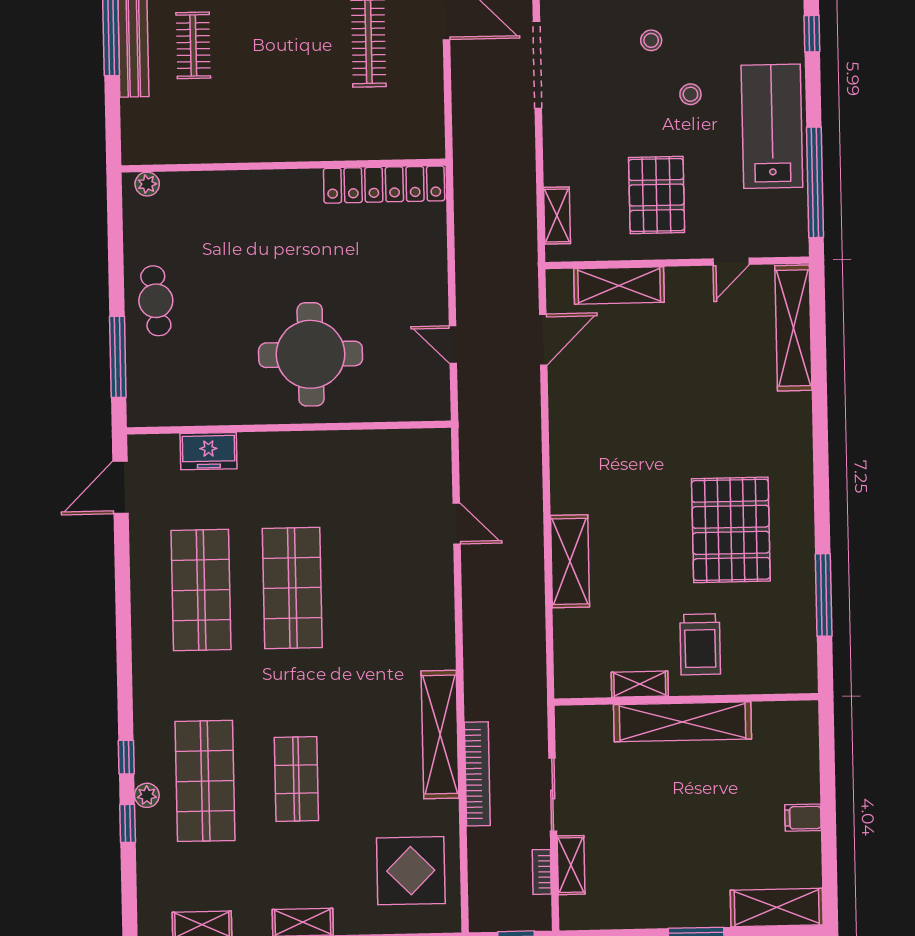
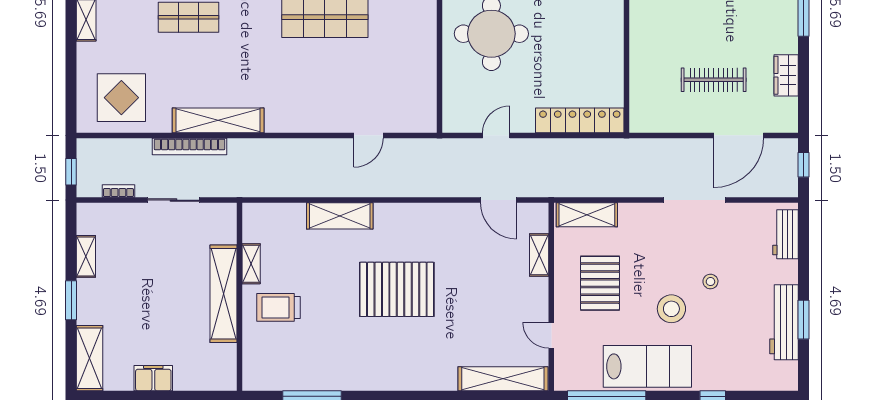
stool: (690, 94) -> (671, 309), width x1.89, depth x1.89
locker: (384, 185) -> (580, 120), moved, turned 90
pallet: (657, 195) -> (600, 283), turned 90
shelving: (557, 215) -> (587, 215), width x1.50, depth x1.33
shelving: (619, 285) -> (539, 255), width x0.67, depth x0.75
pallet: (731, 530) -> (397, 289), moved
filing cabinet: (803, 818) -> (153, 378), width x2.00
shelving: (571, 865) -> (86, 256), moved, turned 90

